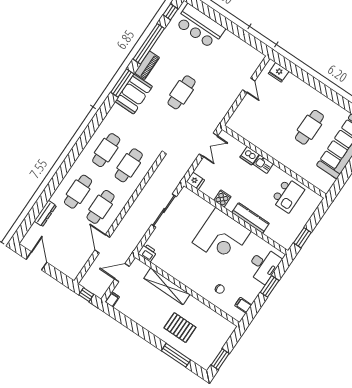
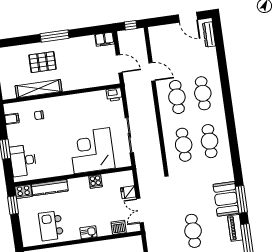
dishwasher: (249, 156) -> (119, 227), moved
fridge: (195, 181) -> (128, 192), moved
dresser: (45, 213) -> (209, 34), moved
kitchen counter: (251, 218) -> (50, 188), moved
corner desk: (222, 237) -> (92, 151), moved
cooker: (285, 241) -> (23, 191), added
door: (122, 273) -> (119, 64), hinge flipped
shelving: (167, 286) -> (39, 89), moved
filing cabinet: (112, 299) -> (105, 39), width x2.00
window: (176, 355) -> (55, 36), moved

